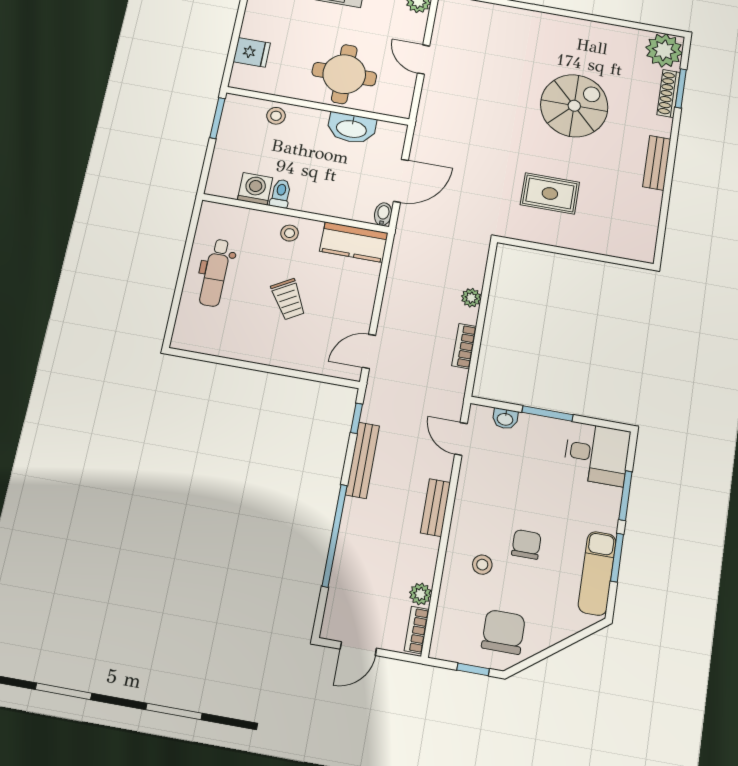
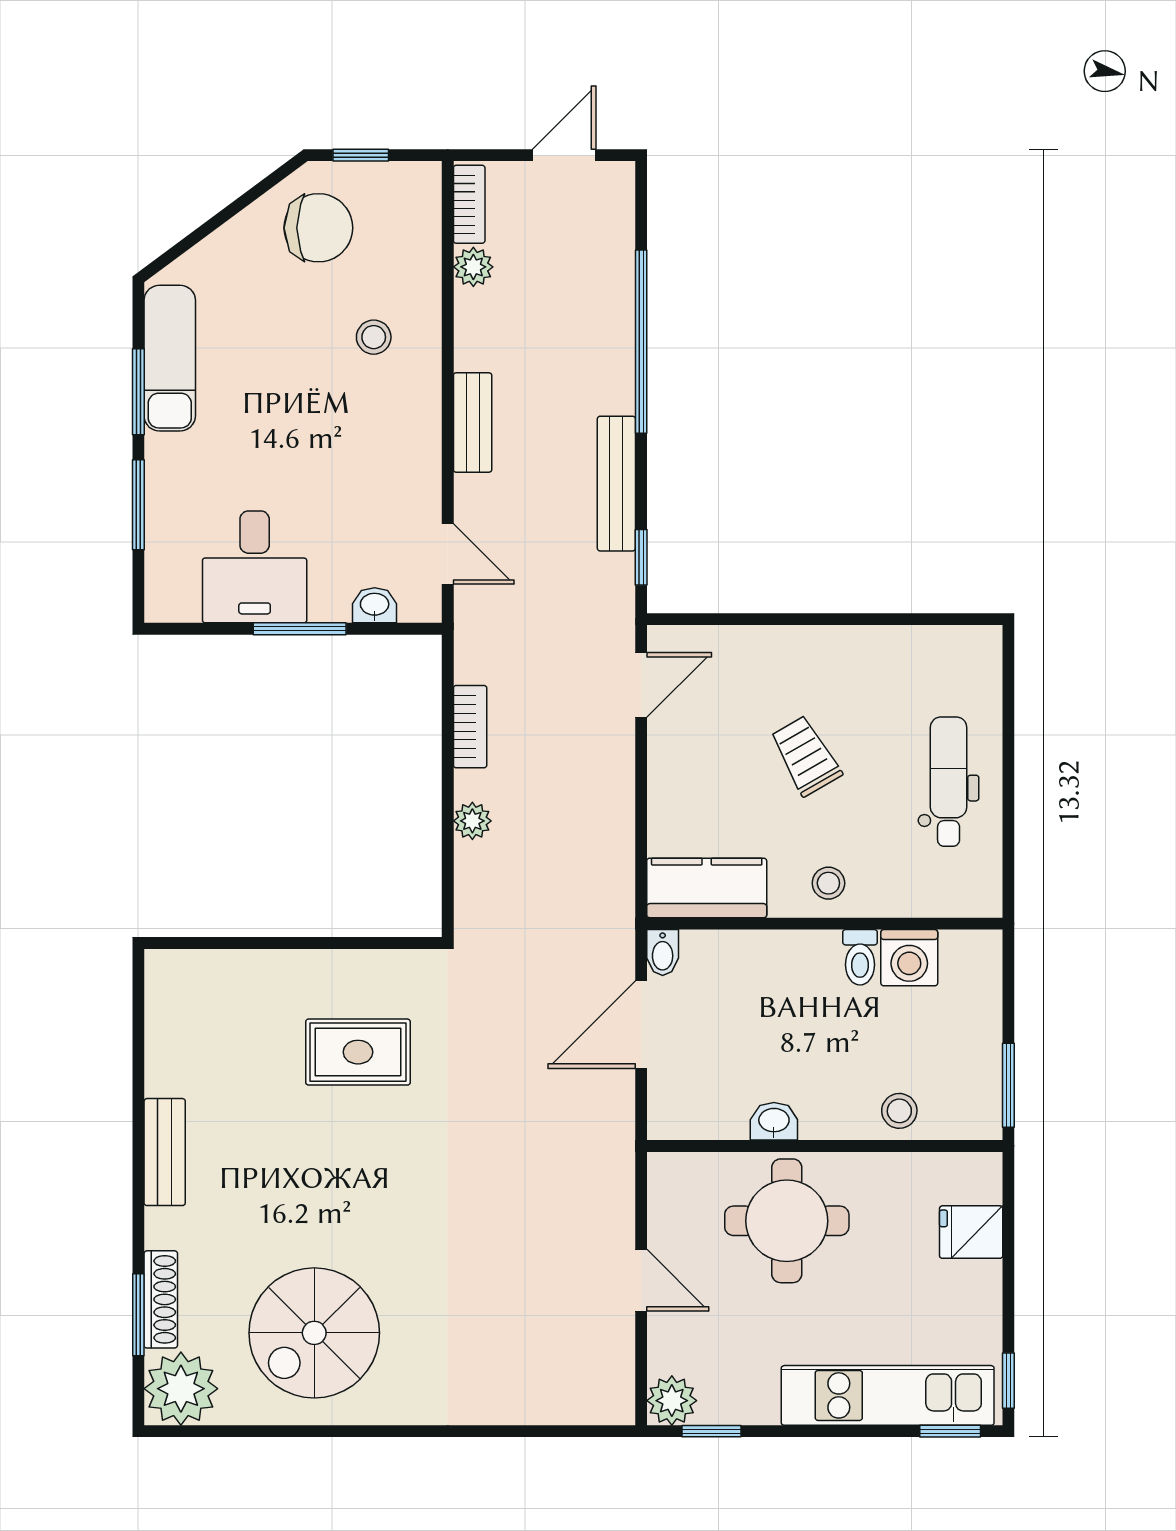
spiral stairs: (574, 106) -> (314, 1333), moved
washbasin: (352, 128) -> (774, 1121), width x0.52, depth x0.69
desk: (597, 454) -> (255, 567), moved, turned -90
chair: (526, 544) -> (302, 386), removed
chair: (503, 632) -> (318, 228), turned -90

